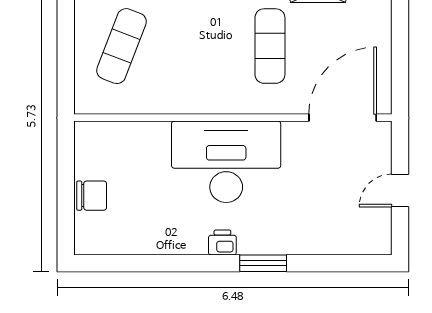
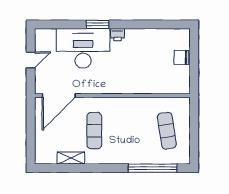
exercise mat: (122, 46) -> (167, 131), turned -30
desk: (226, 162) -> (83, 48), moved, turned 180

